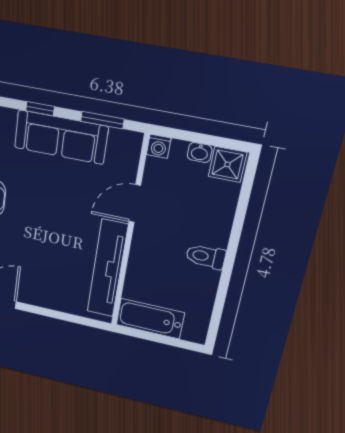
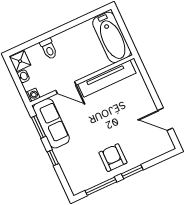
sofa: (61, 137) -> (51, 123), moved
toilet: (206, 257) -> (49, 49), moved
bathtub: (150, 319) -> (112, 37), width x1.36, depth x1.36

